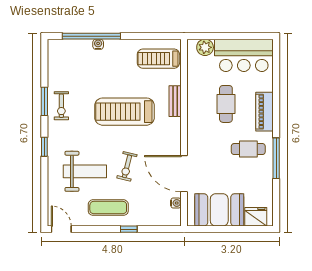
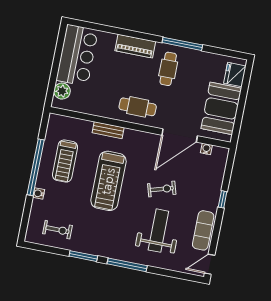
window: (91, 36) -> (36, 167), moved
treadmill: (158, 59) -> (65, 161), moved
cafe table: (226, 104) -> (138, 107), moved
exercise bike: (61, 106) -> (57, 230), moved
window: (44, 147) -> (127, 265), width x2.17
exercise bike: (127, 166) -> (162, 189), turned -31
exercise mat: (108, 208) -> (203, 230), moved

